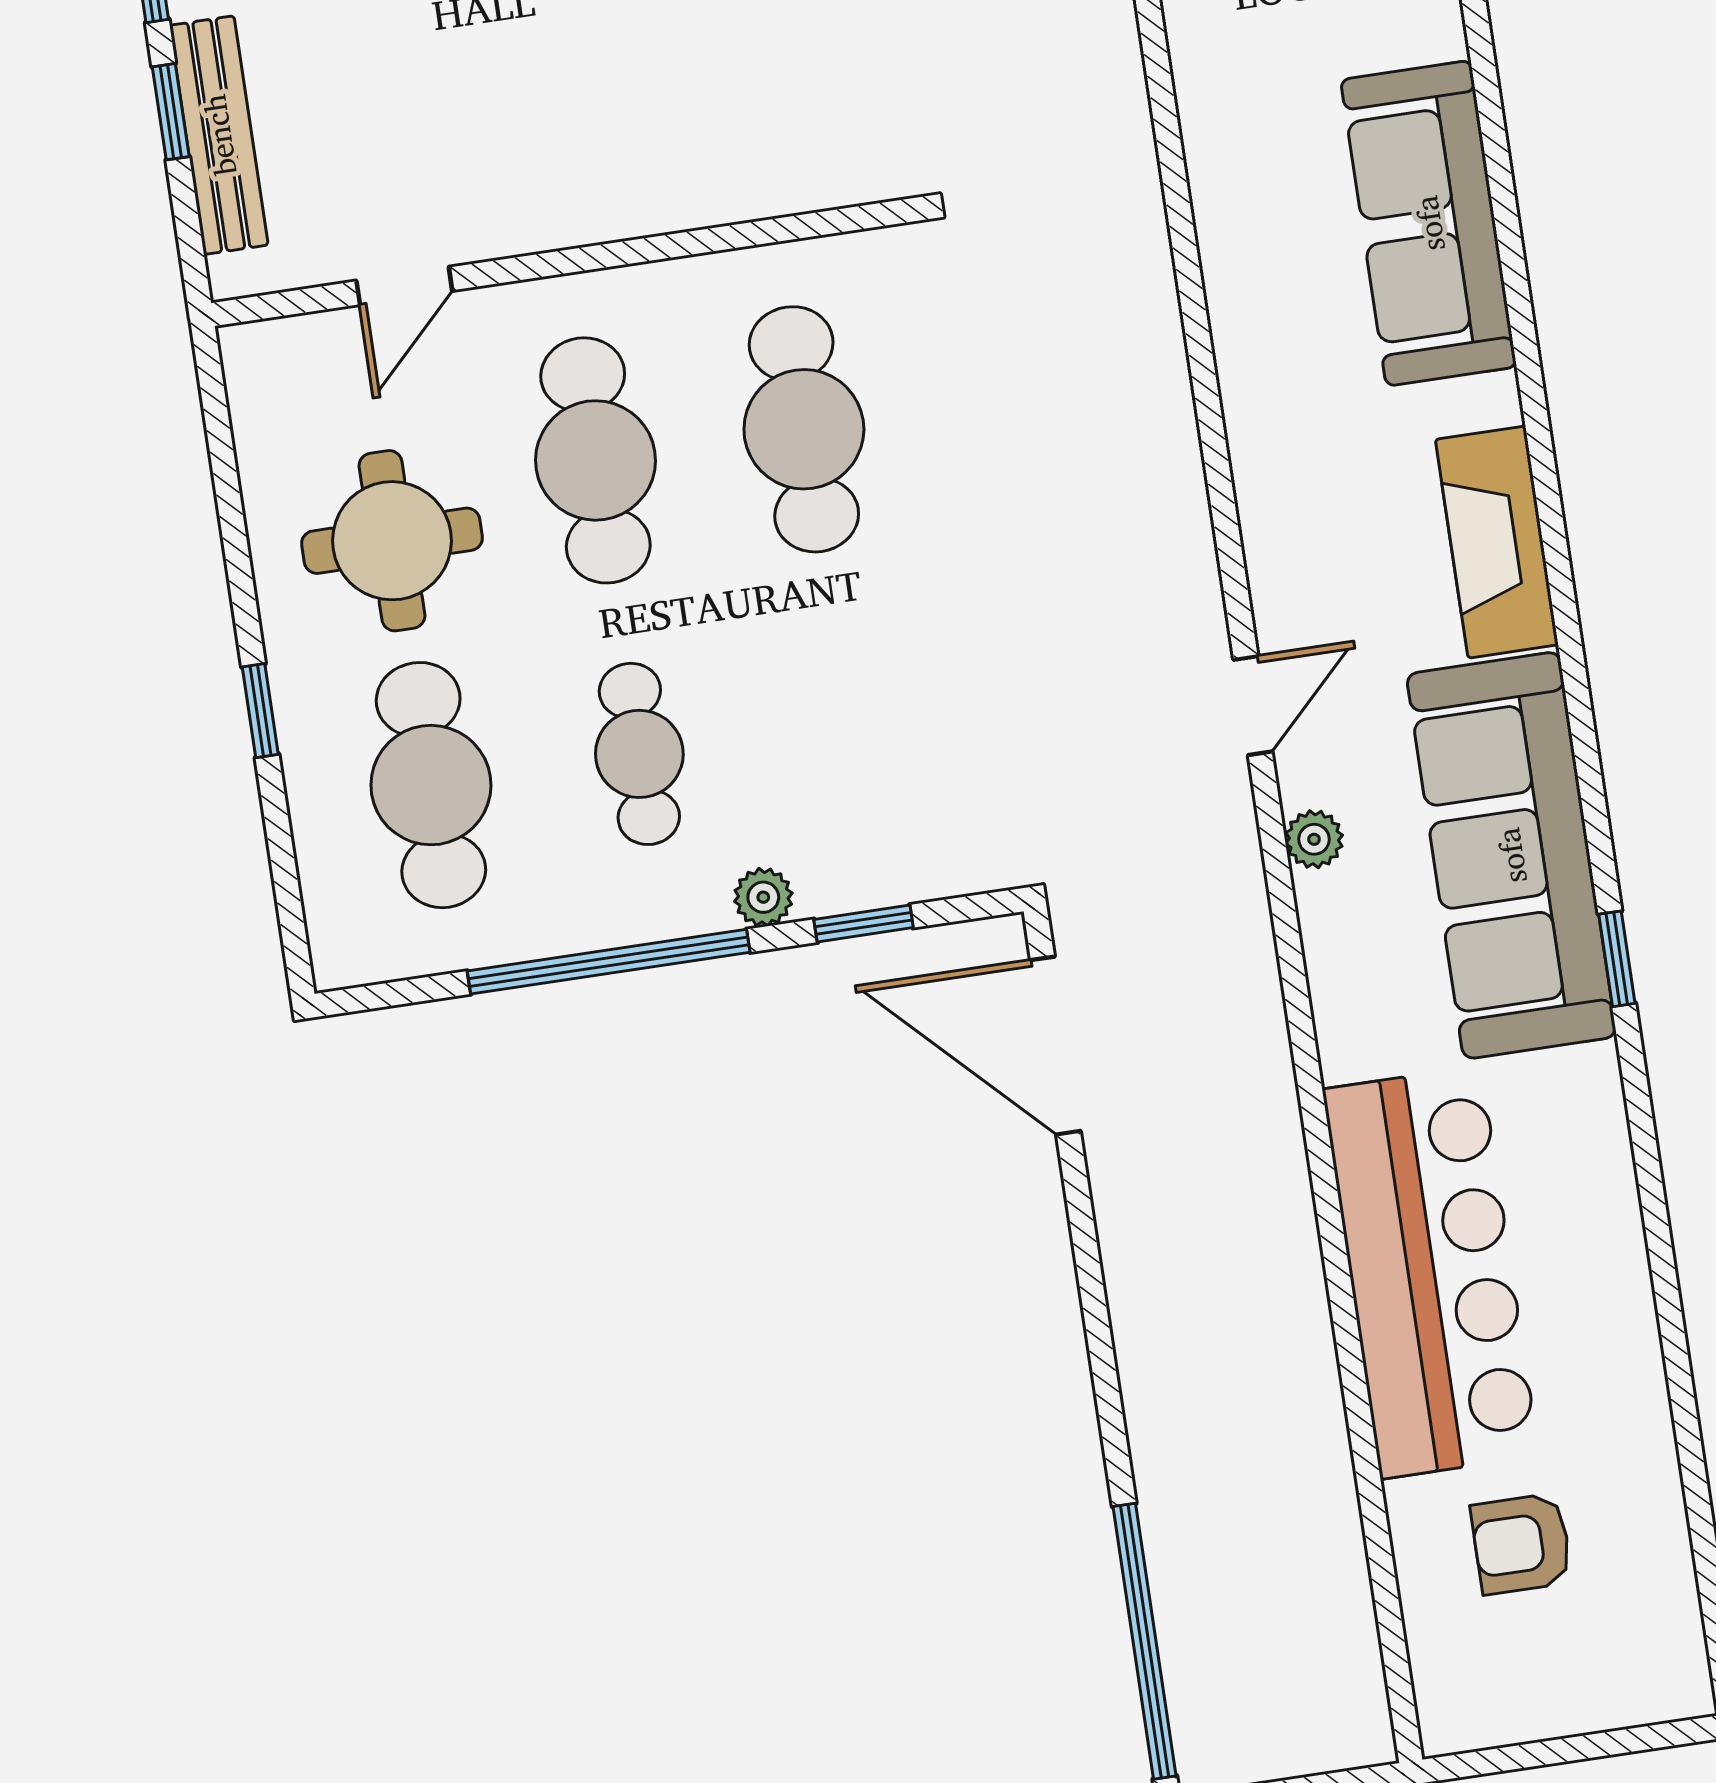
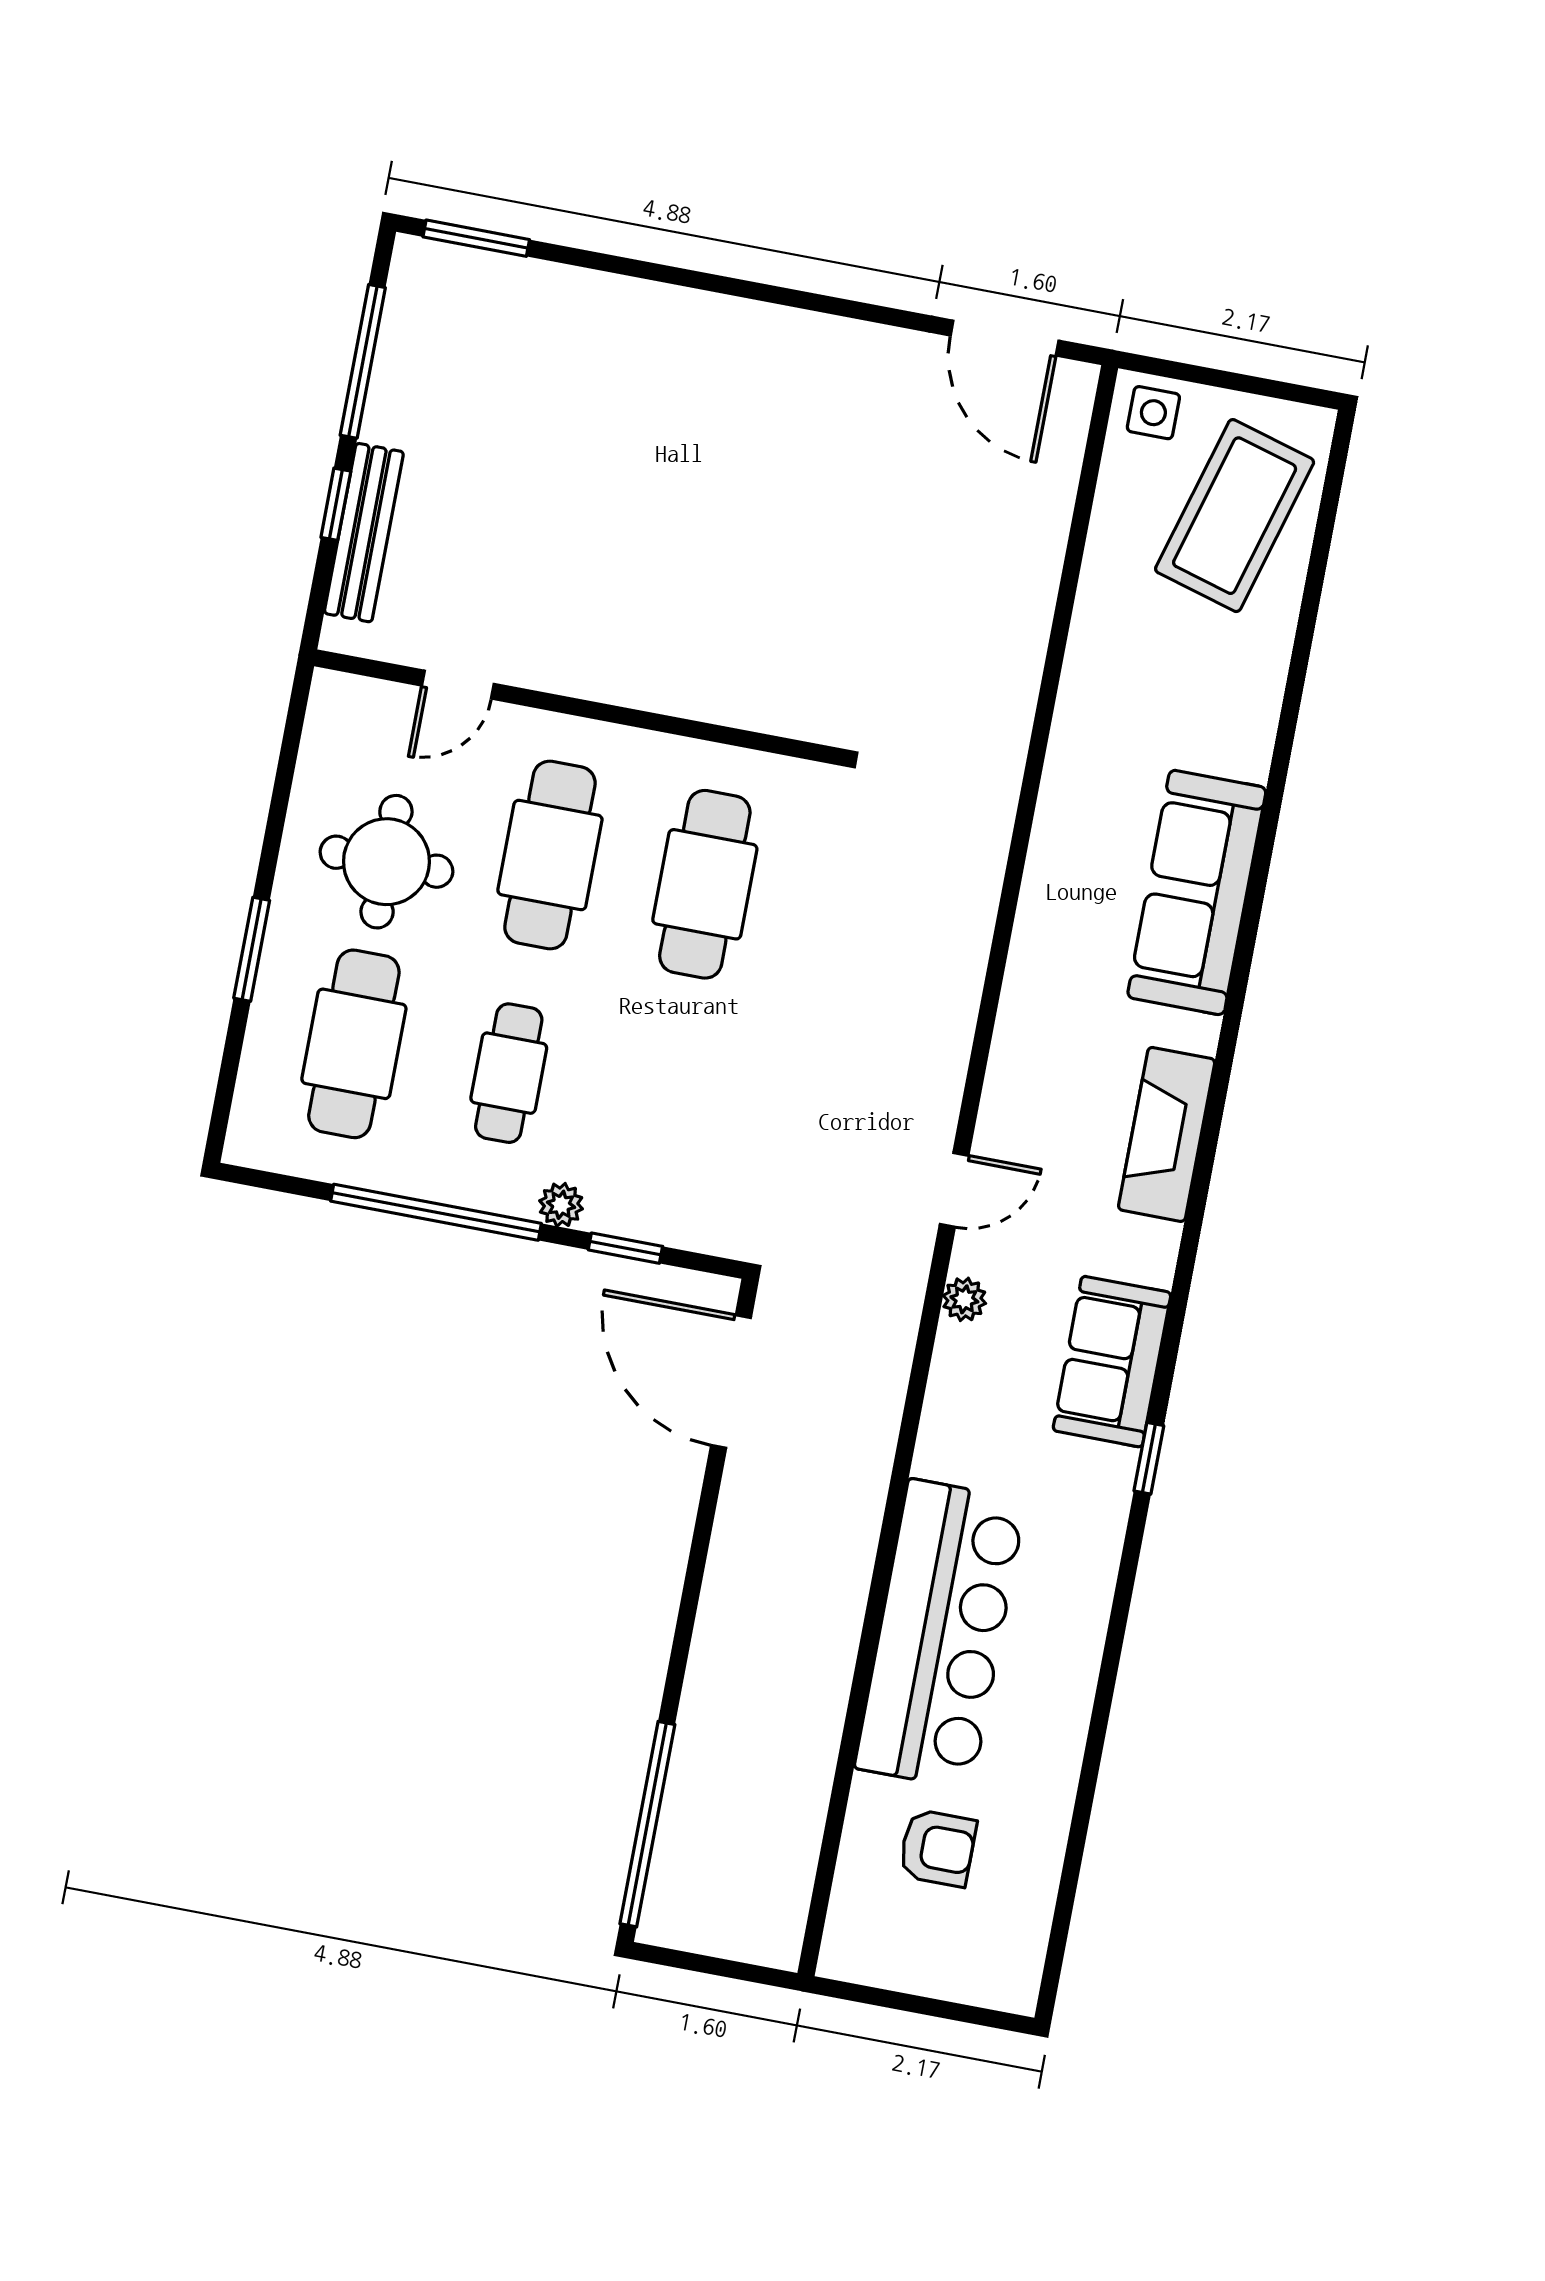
window: (260, 711) -> (252, 949), width x1.50
sofa: (1511, 855) -> (1112, 1362), width x0.54, depth x0.79
armchair: (1521, 1544) -> (938, 1848), turned 180

